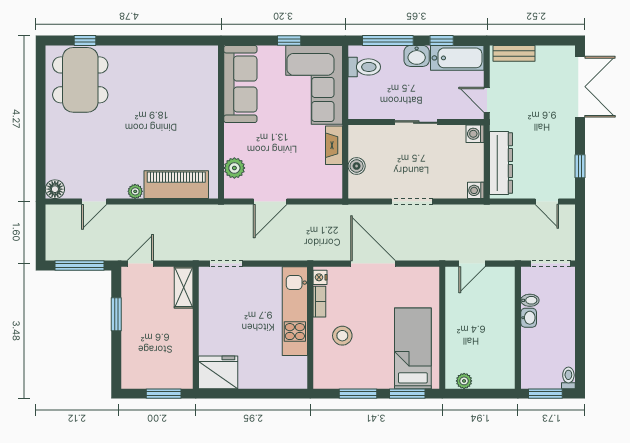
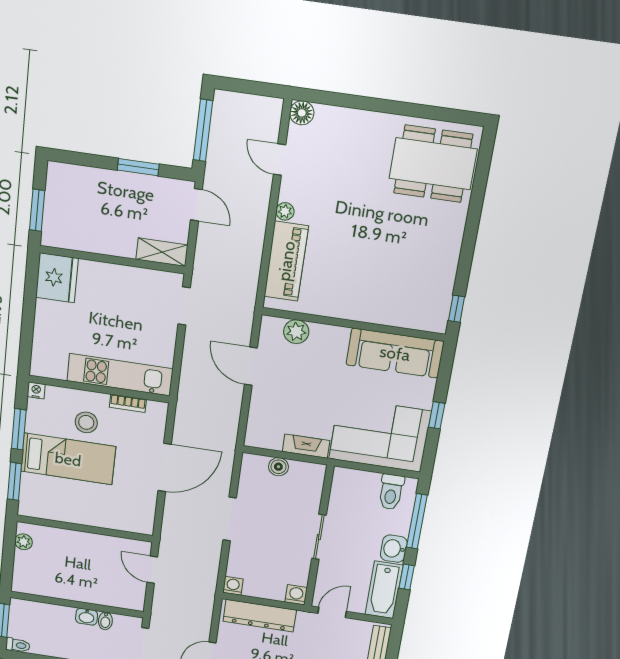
window: (85, 41) -> (456, 309), moved
nightstand: (320, 277) -> (36, 390), moved
bed: (413, 348) -> (68, 459), moved

